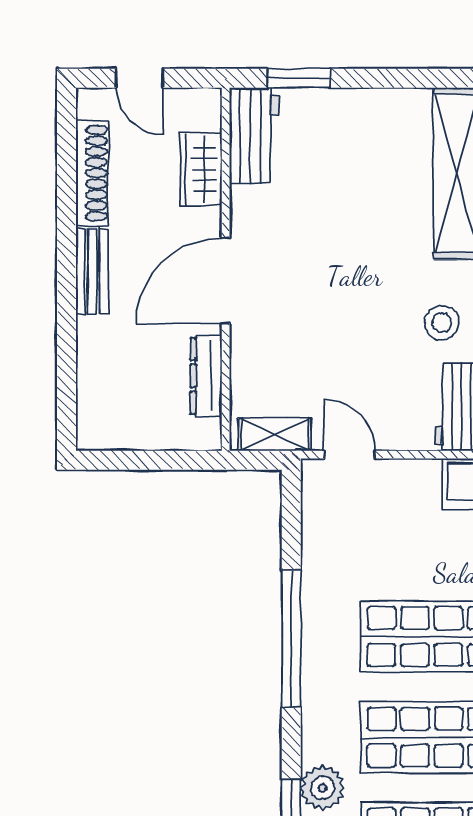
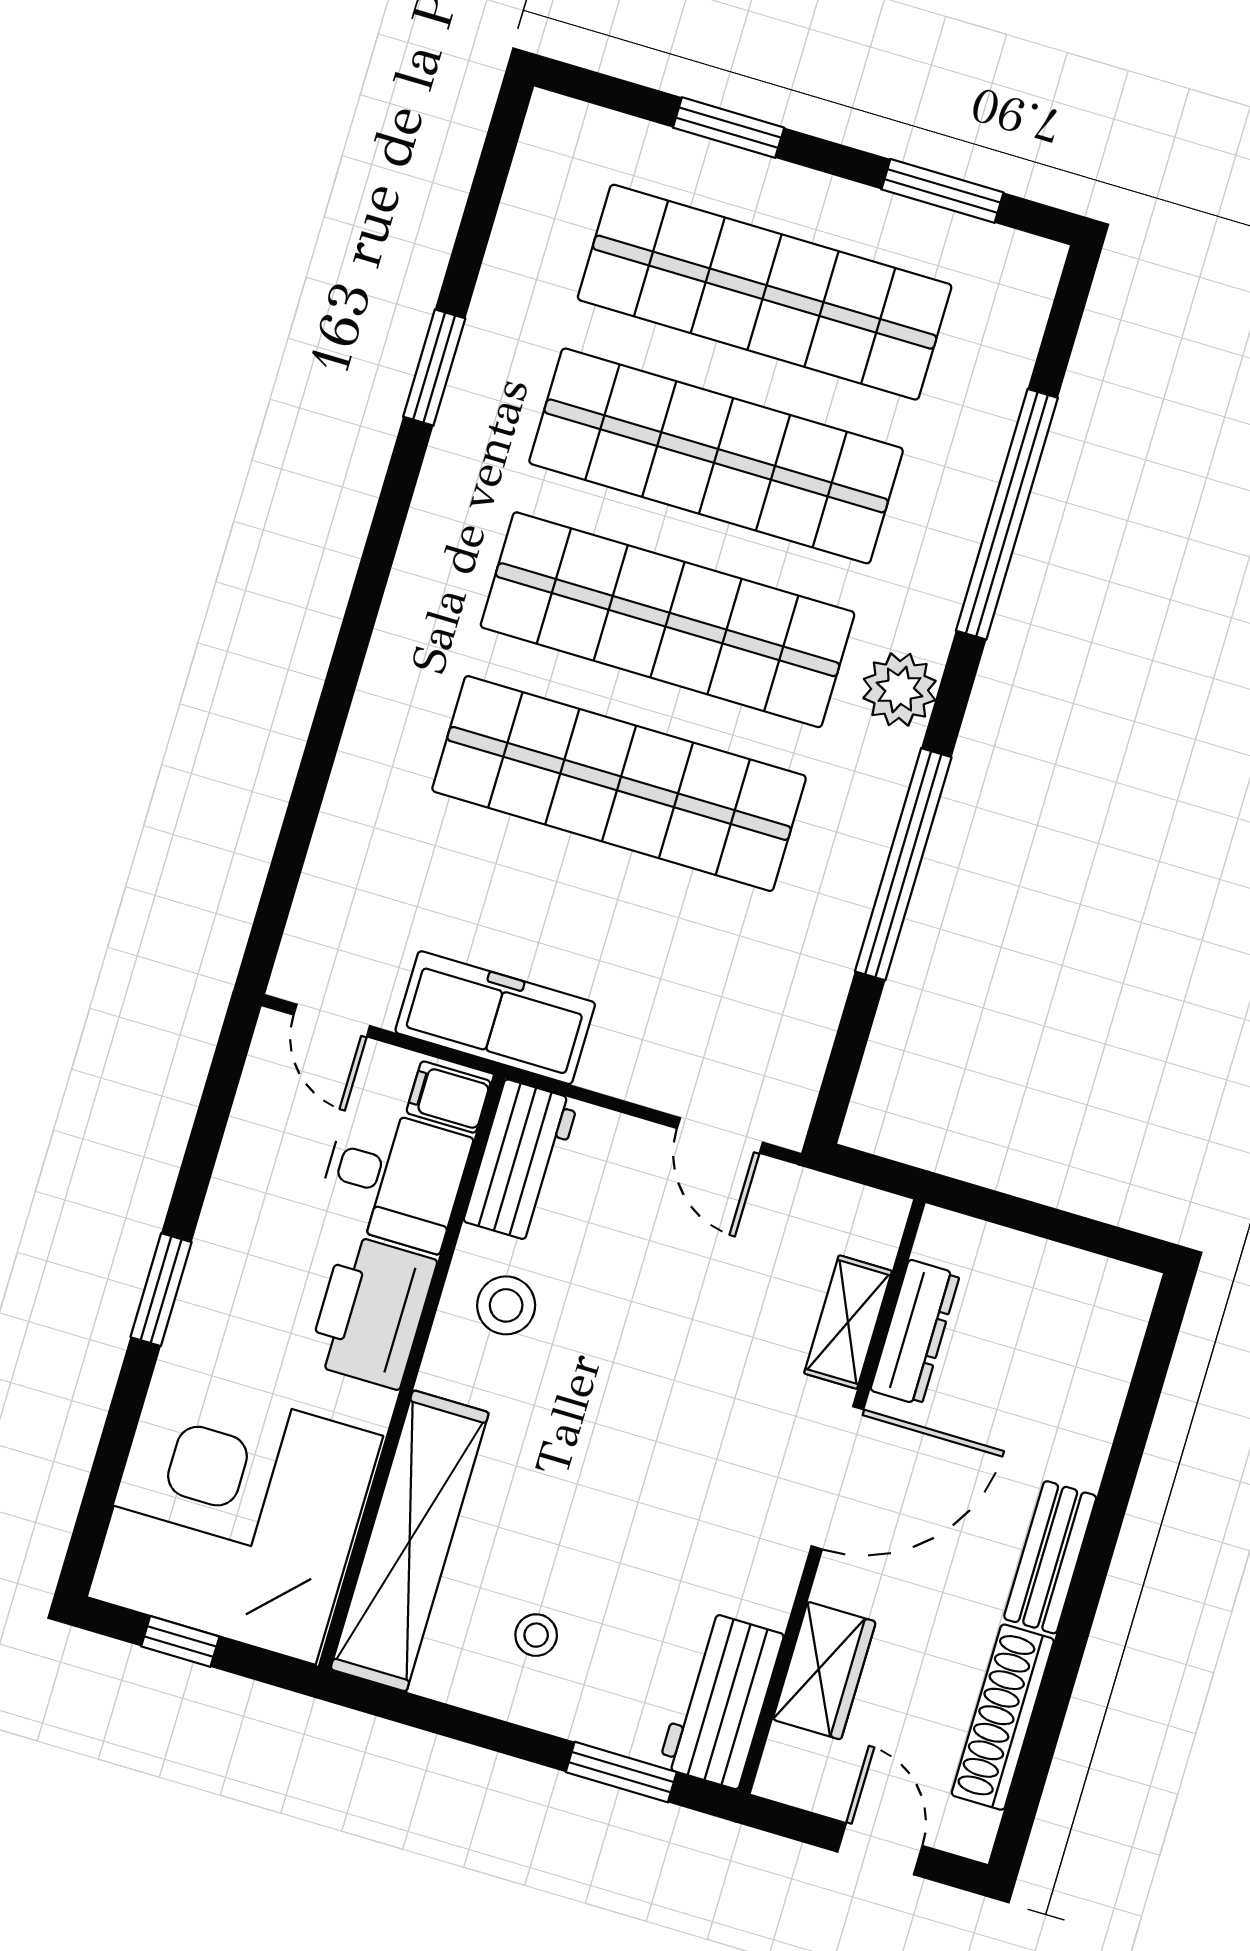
stool: (370, 141) -> (536, 1635), added
shelving: (275, 434) -> (848, 1322), moved, turned 90
plant: (323, 788) -> (900, 690), moved

